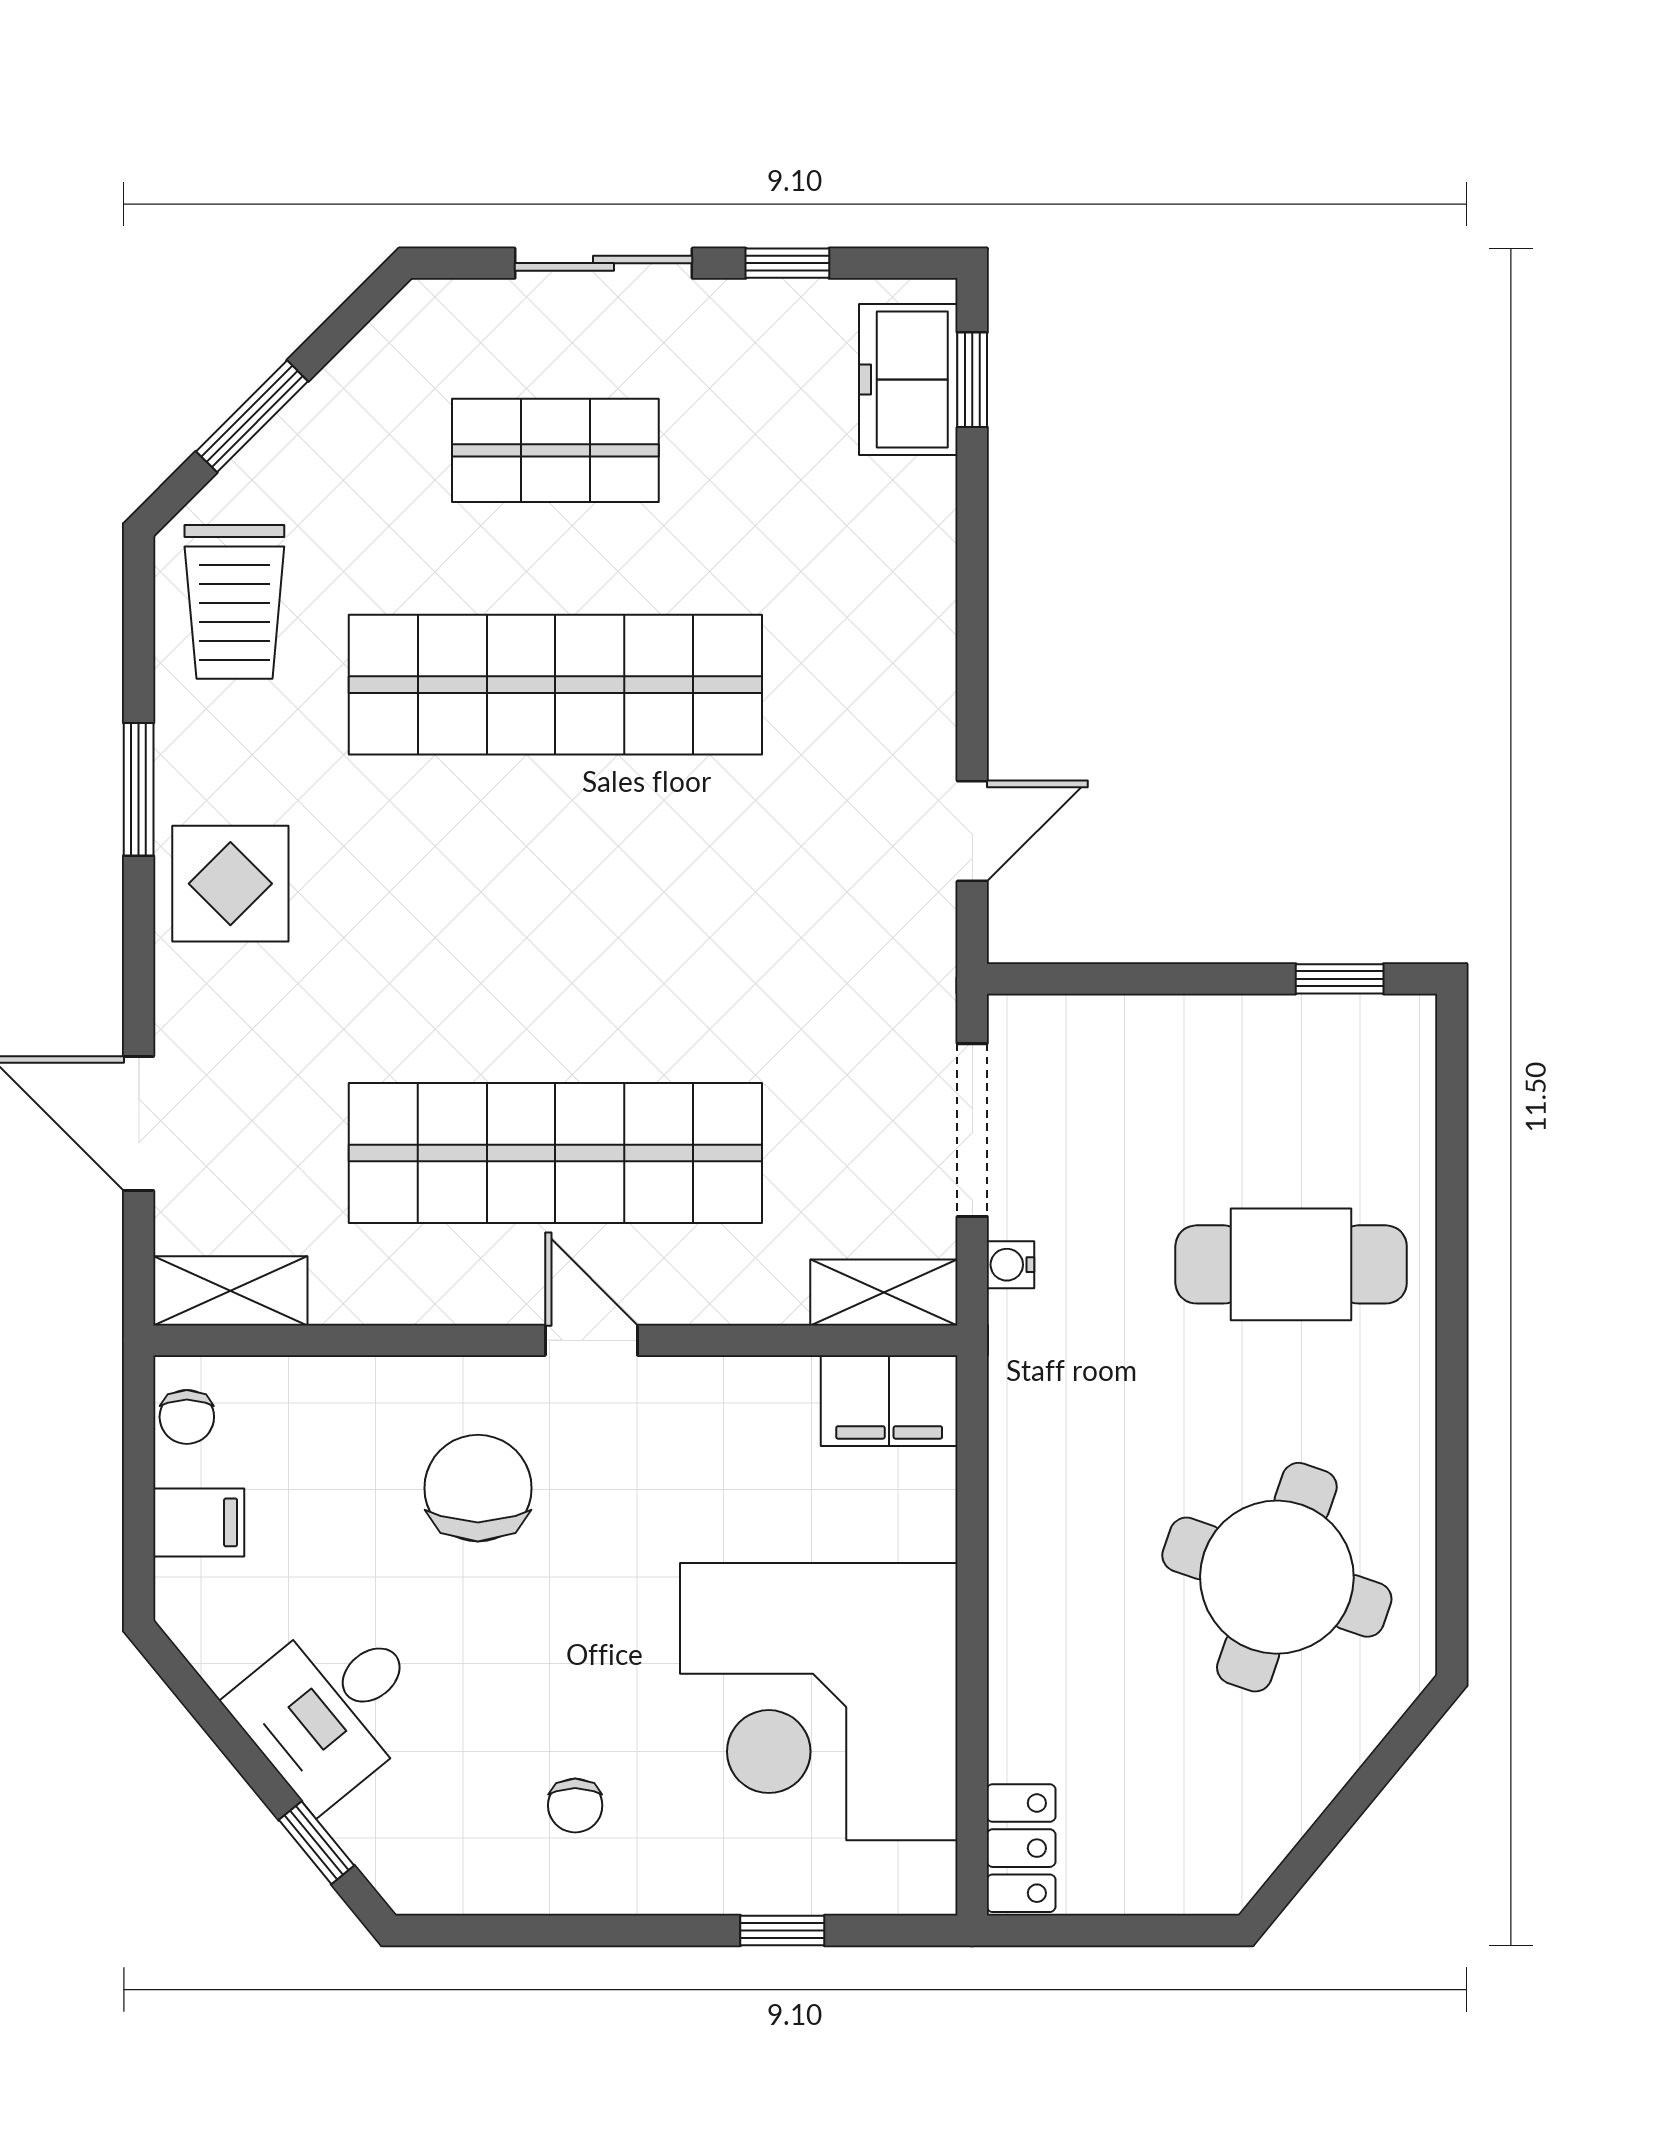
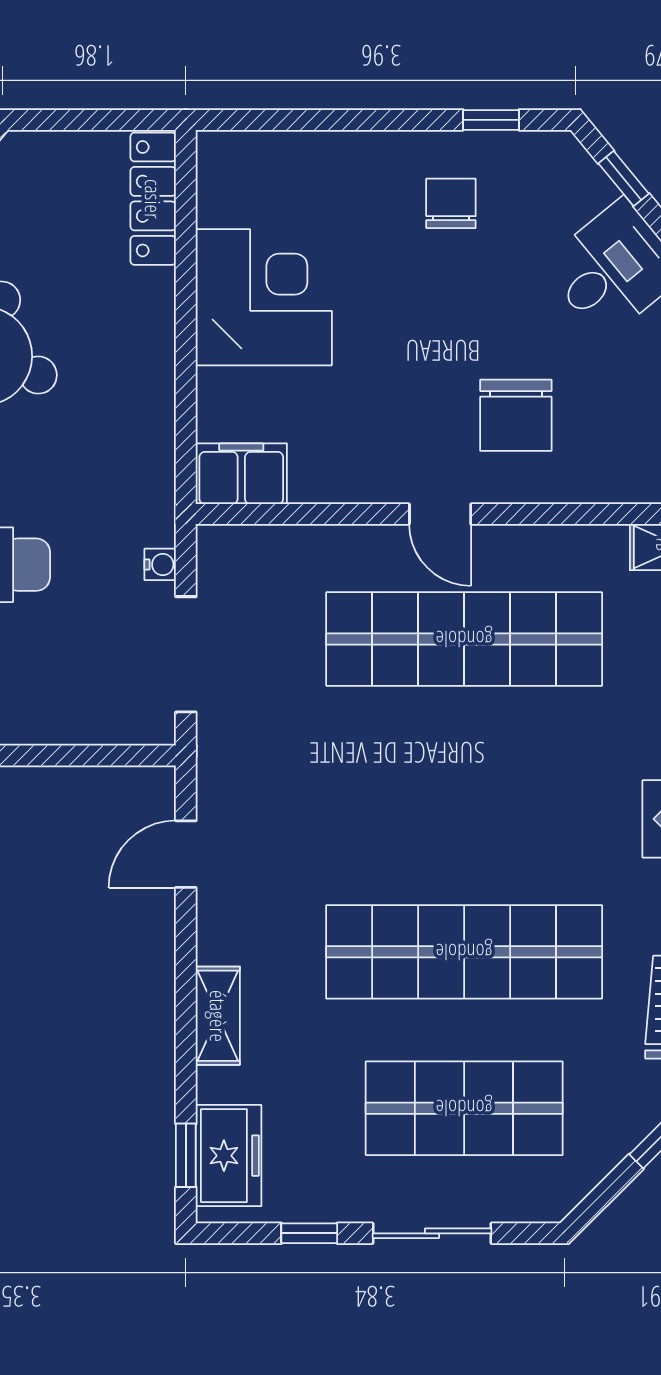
shop shelf: (555, 450) -> (464, 1108), width x1.43, depth x1.36
shelving: (884, 1292) -> (218, 1016), moved, turned 90
corner desk: (819, 1702) -> (264, 297), width x0.74, depth x0.74
chair: (575, 1805) -> (451, 203), width x1.37, depth x1.37
locker: (1021, 1848) -> (153, 199), width x1.53
window: (782, 1930) -> (491, 120), moved

